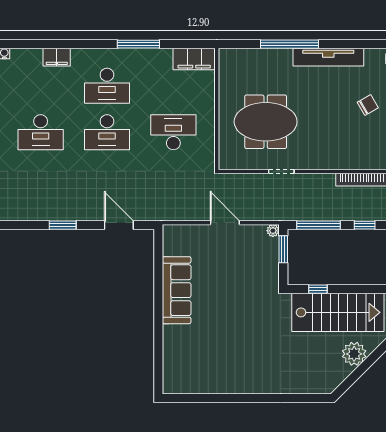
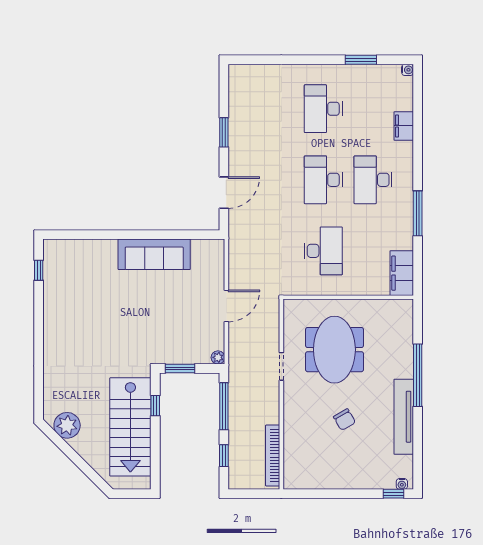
chair: (368, 105) -> (344, 420), moved
window: (283, 249) -> (180, 368), moved
plant: (354, 354) -> (67, 425), moved
window: (192, 398) -> (39, 270), added

